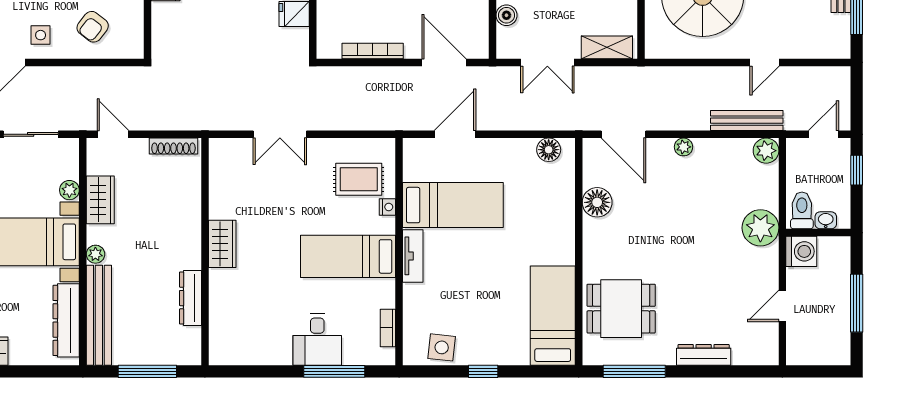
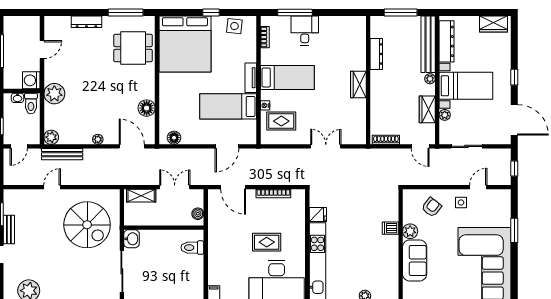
bed: (553, 316) -> (185, 44), width x2.04

